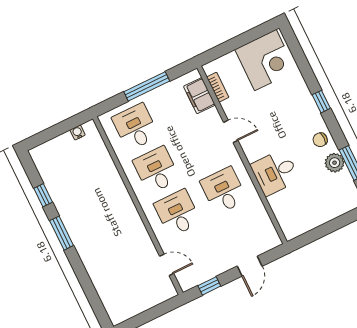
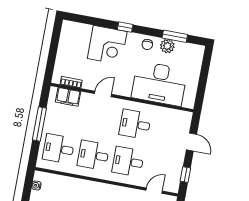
corner desk: (265, 60) -> (107, 45), moved, turned 90
desk: (275, 172) -> (159, 84), width x1.87, depth x1.30

